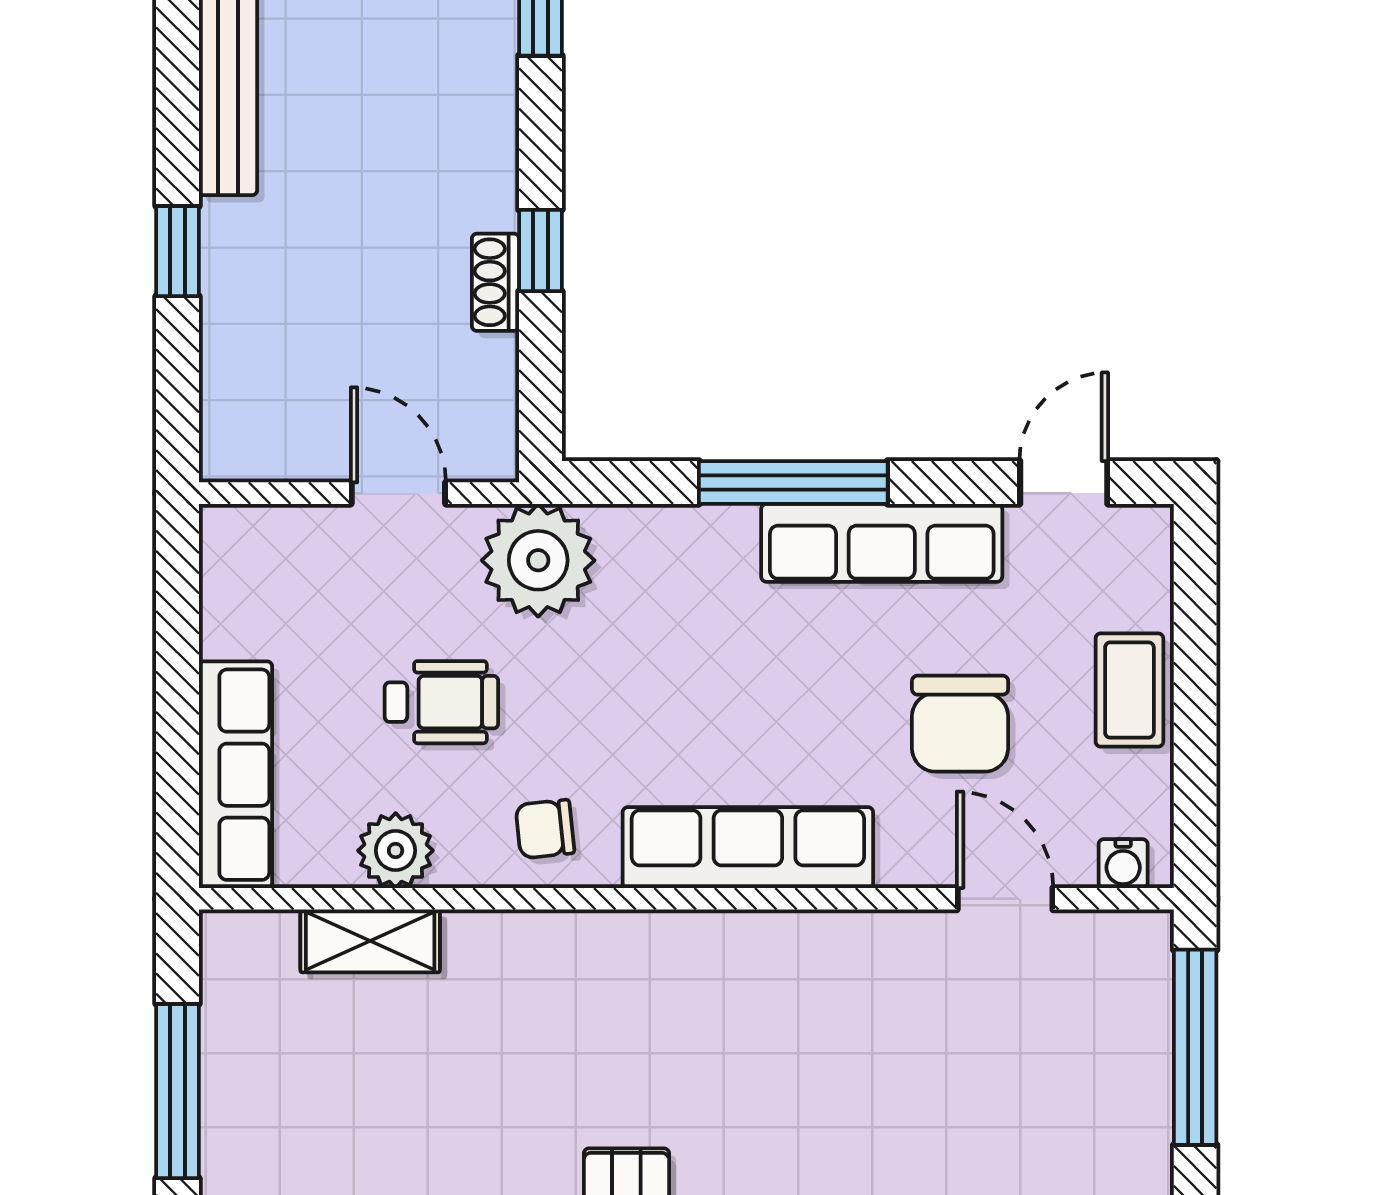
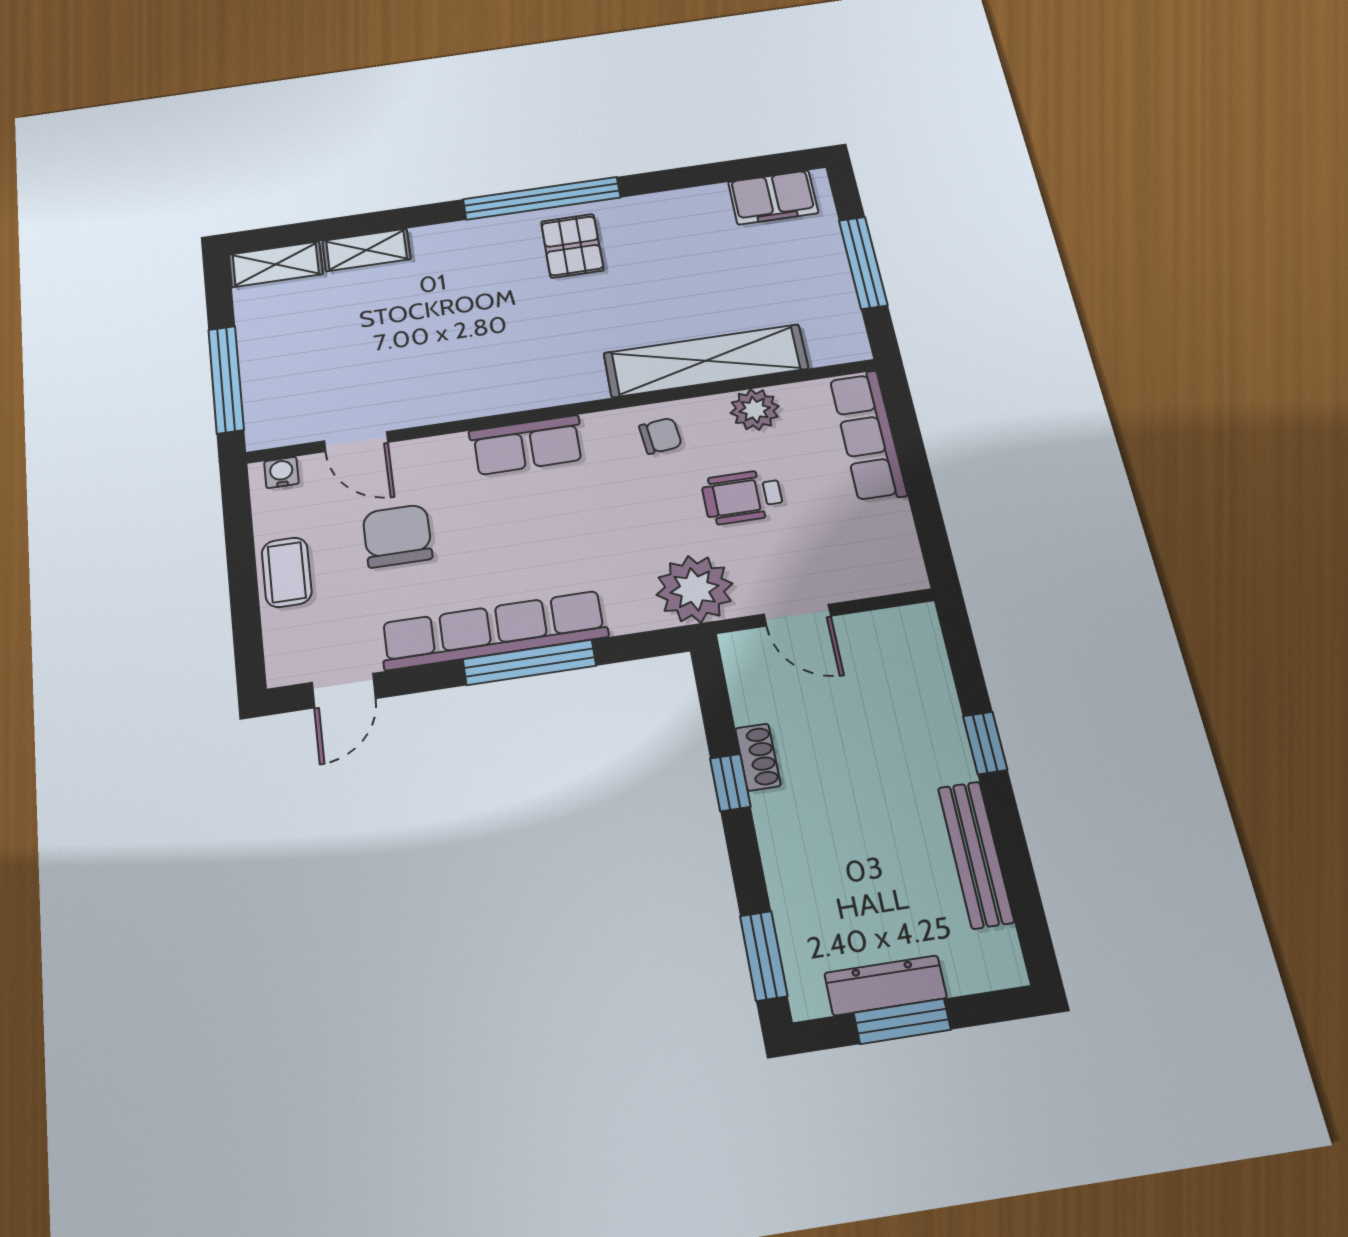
row of seats: (882, 543) -> (494, 630), width x1.36
row of seats: (748, 848) -> (527, 445), width x0.68
shelving: (370, 941) -> (706, 361), width x2.20, depth x1.33

